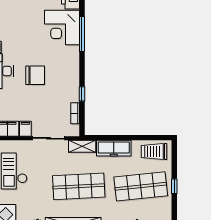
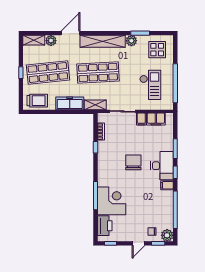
chair: (35, 75) -> (133, 162), turned 90

